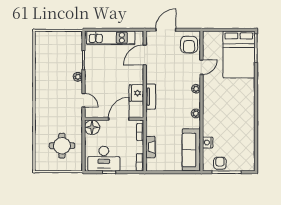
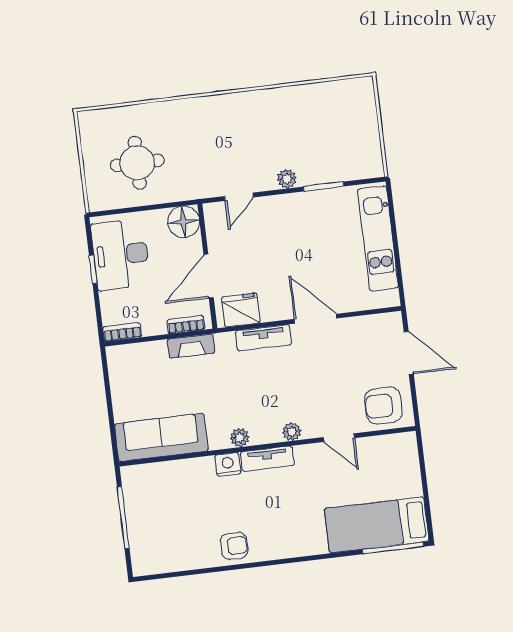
bed: (239, 54) -> (377, 525), width x0.67
door: (145, 55) -> (316, 319), moved
fridge: (136, 93) -> (241, 310), moved
tv unit: (207, 102) -> (267, 459), added
door: (119, 119) -> (209, 276), swing flipped
nightstand: (208, 143) -> (228, 464), moved
fireplace: (150, 147) -> (191, 346), moved
armchair: (220, 163) -> (234, 546), moved

